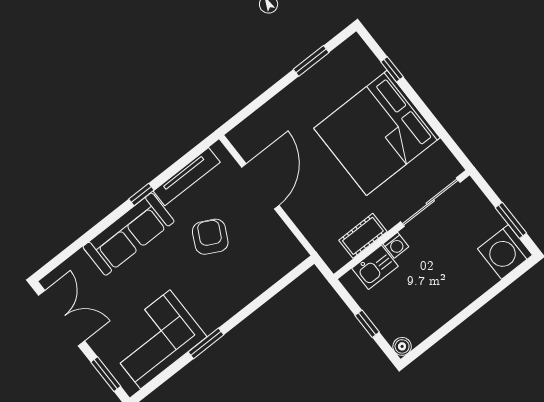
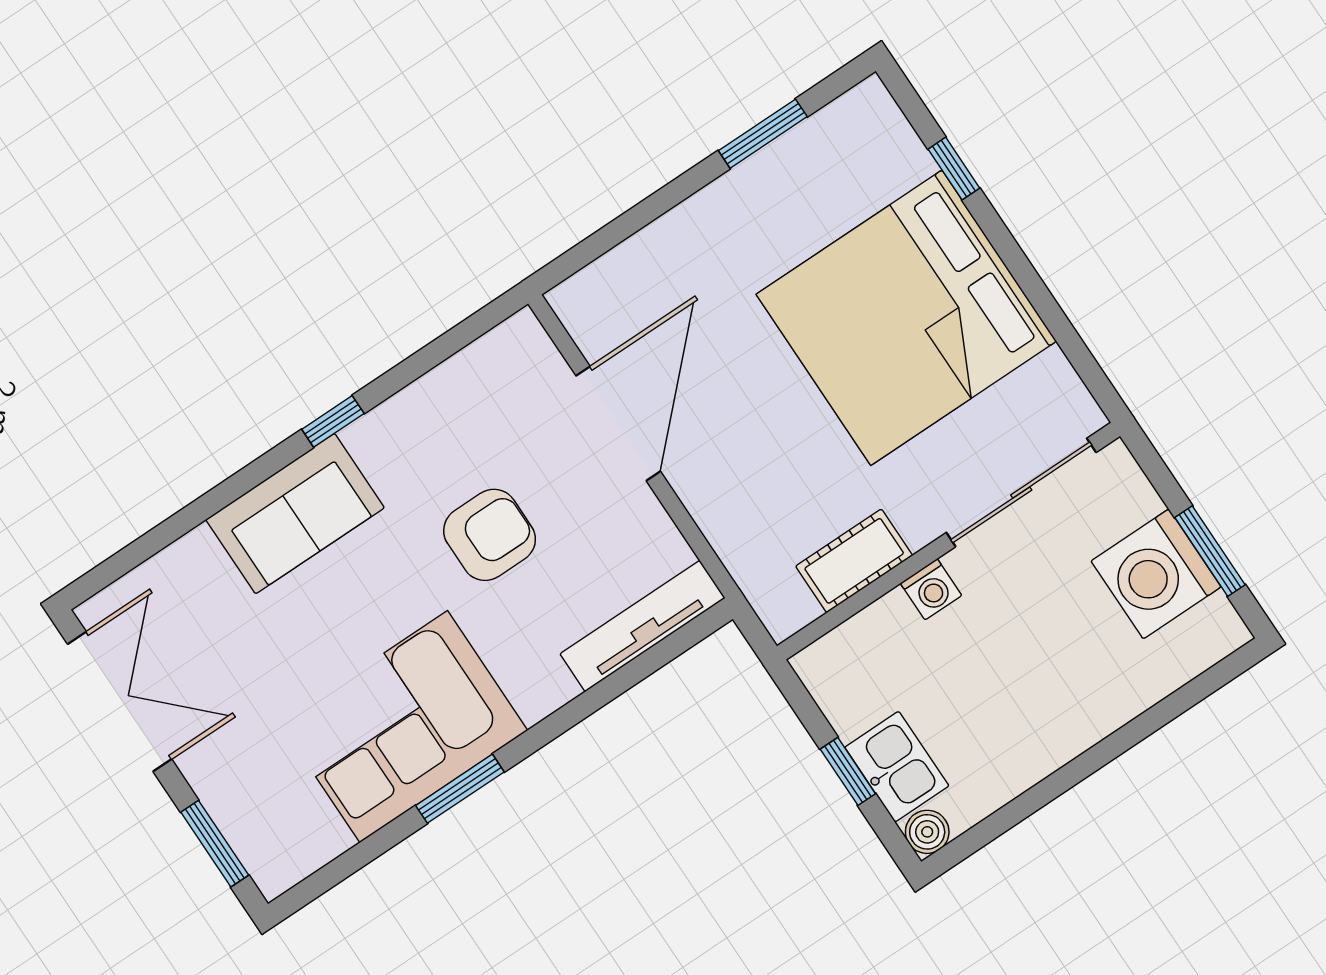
tv unit: (187, 177) -> (643, 626), moved, turned 180
sofa: (129, 234) -> (295, 514), width x0.73
armchair: (210, 237) -> (490, 535), turned 63
washing machine: (505, 252) -> (1156, 574), moved
kitchen sink: (375, 267) -> (897, 767), moved, turned -90
corner sofa: (155, 339) -> (404, 727), moved

